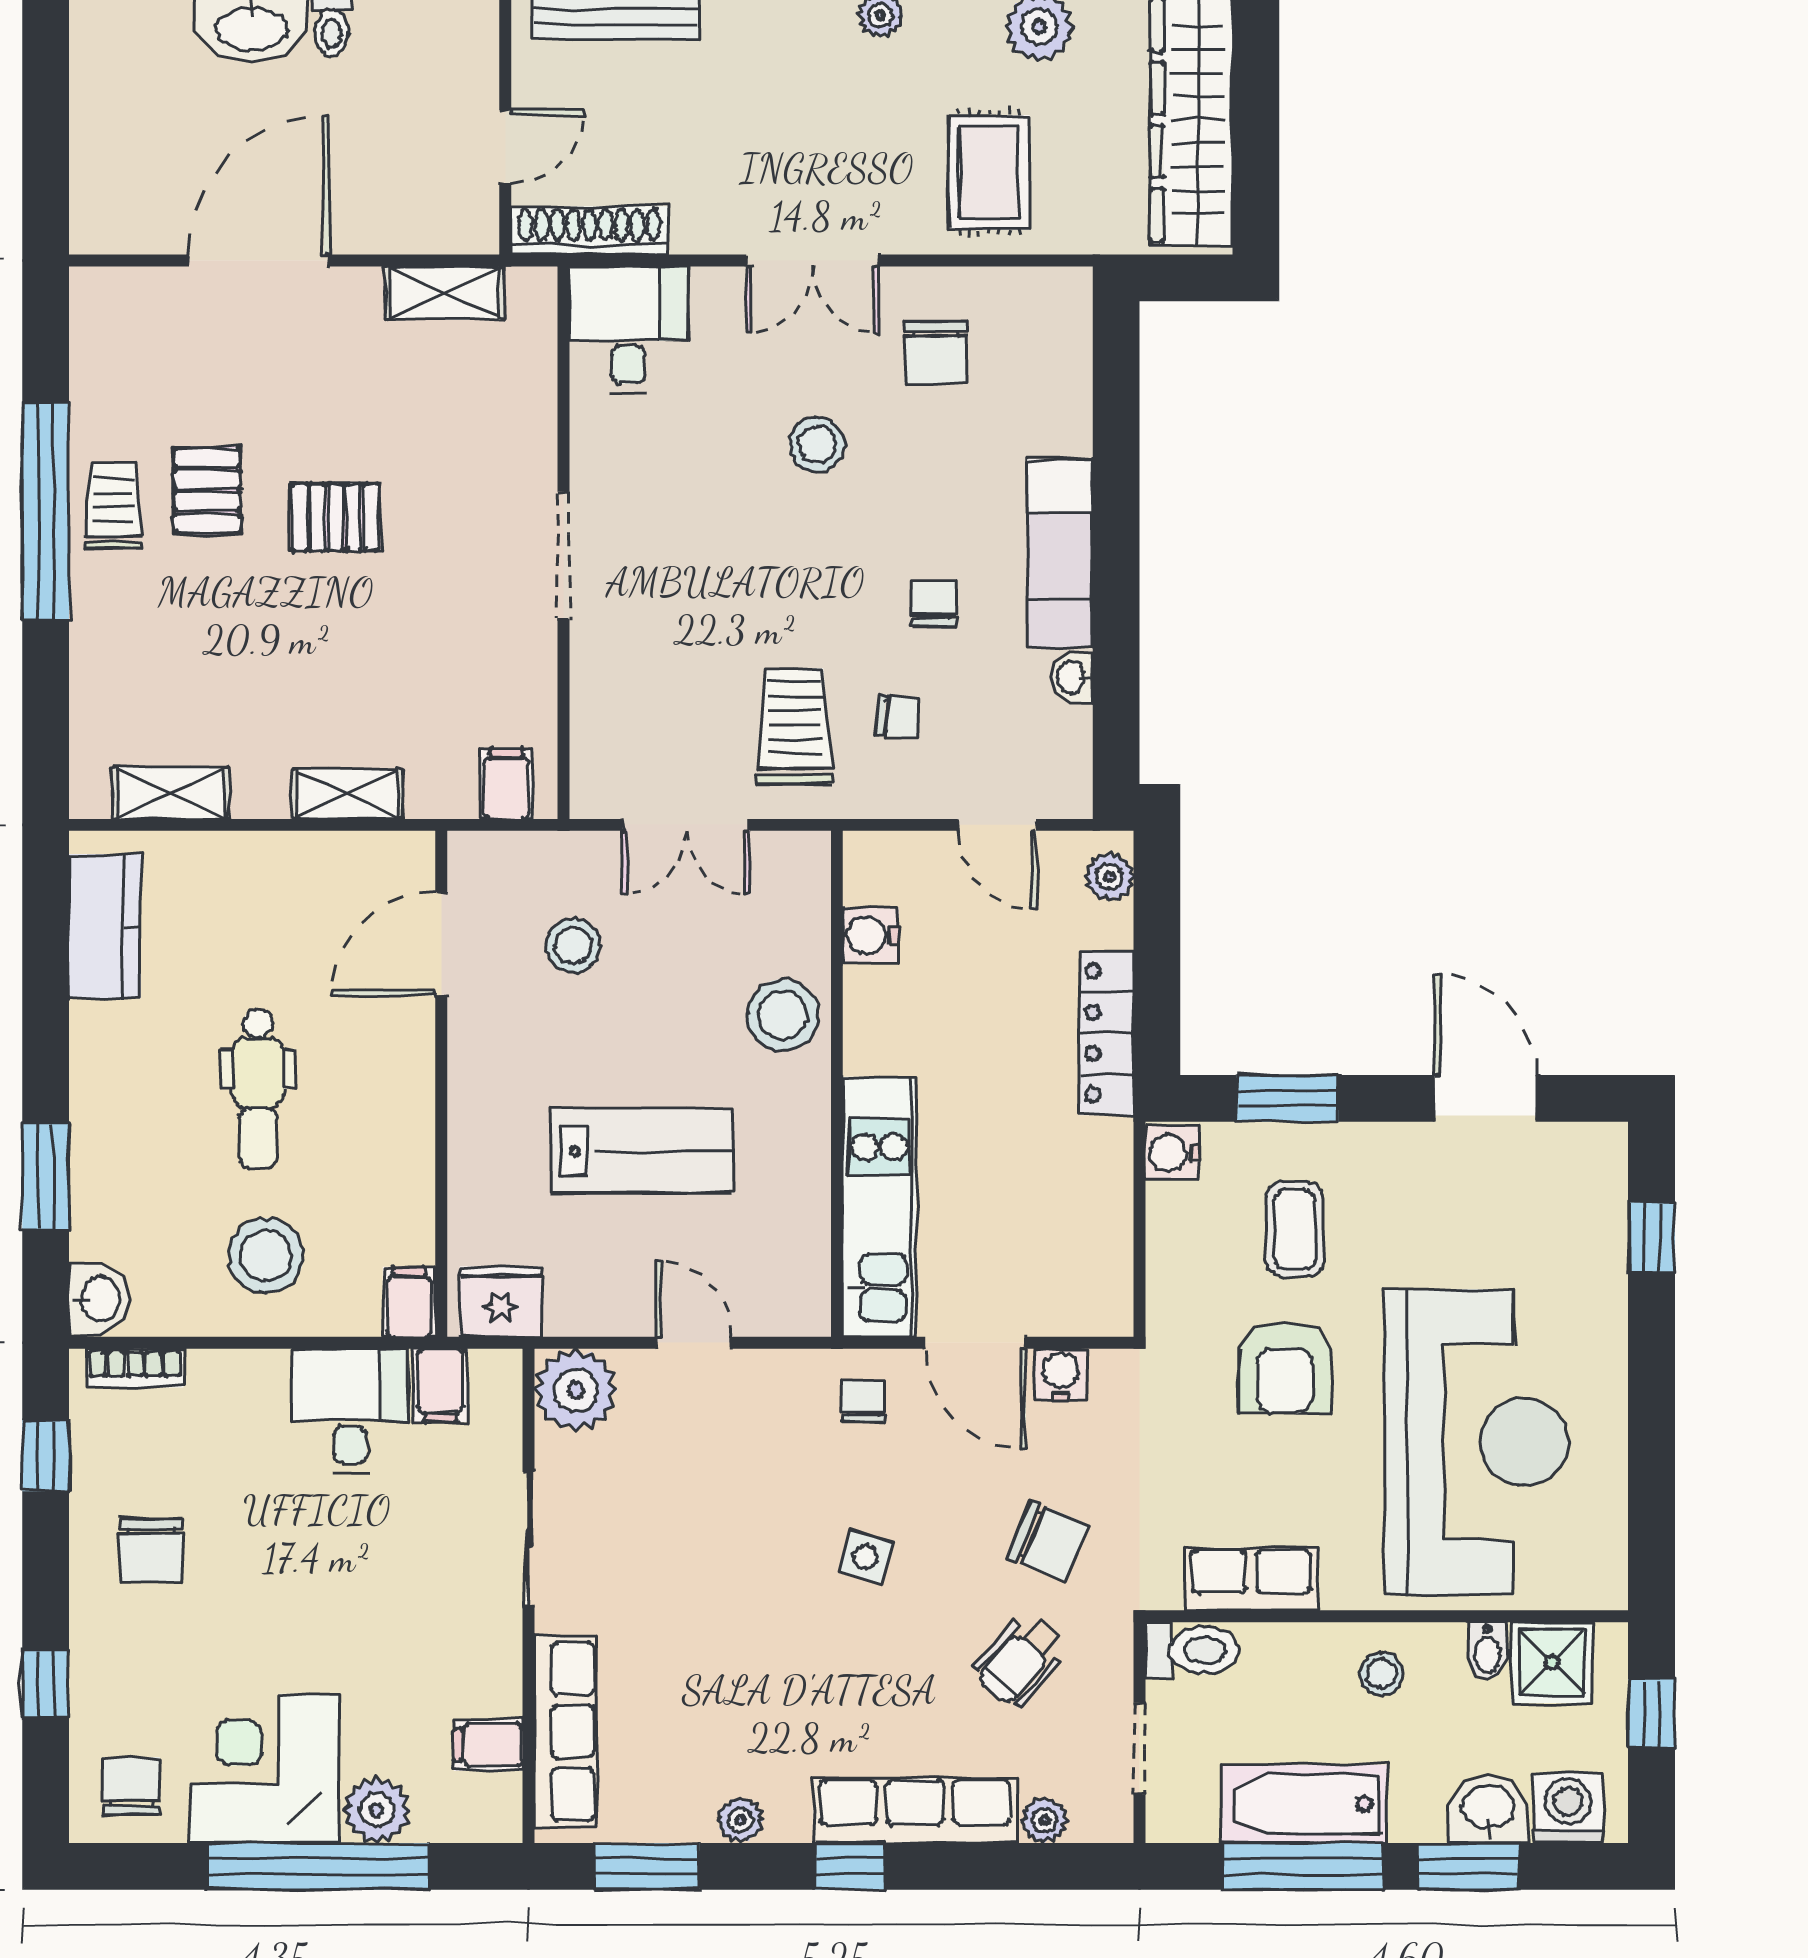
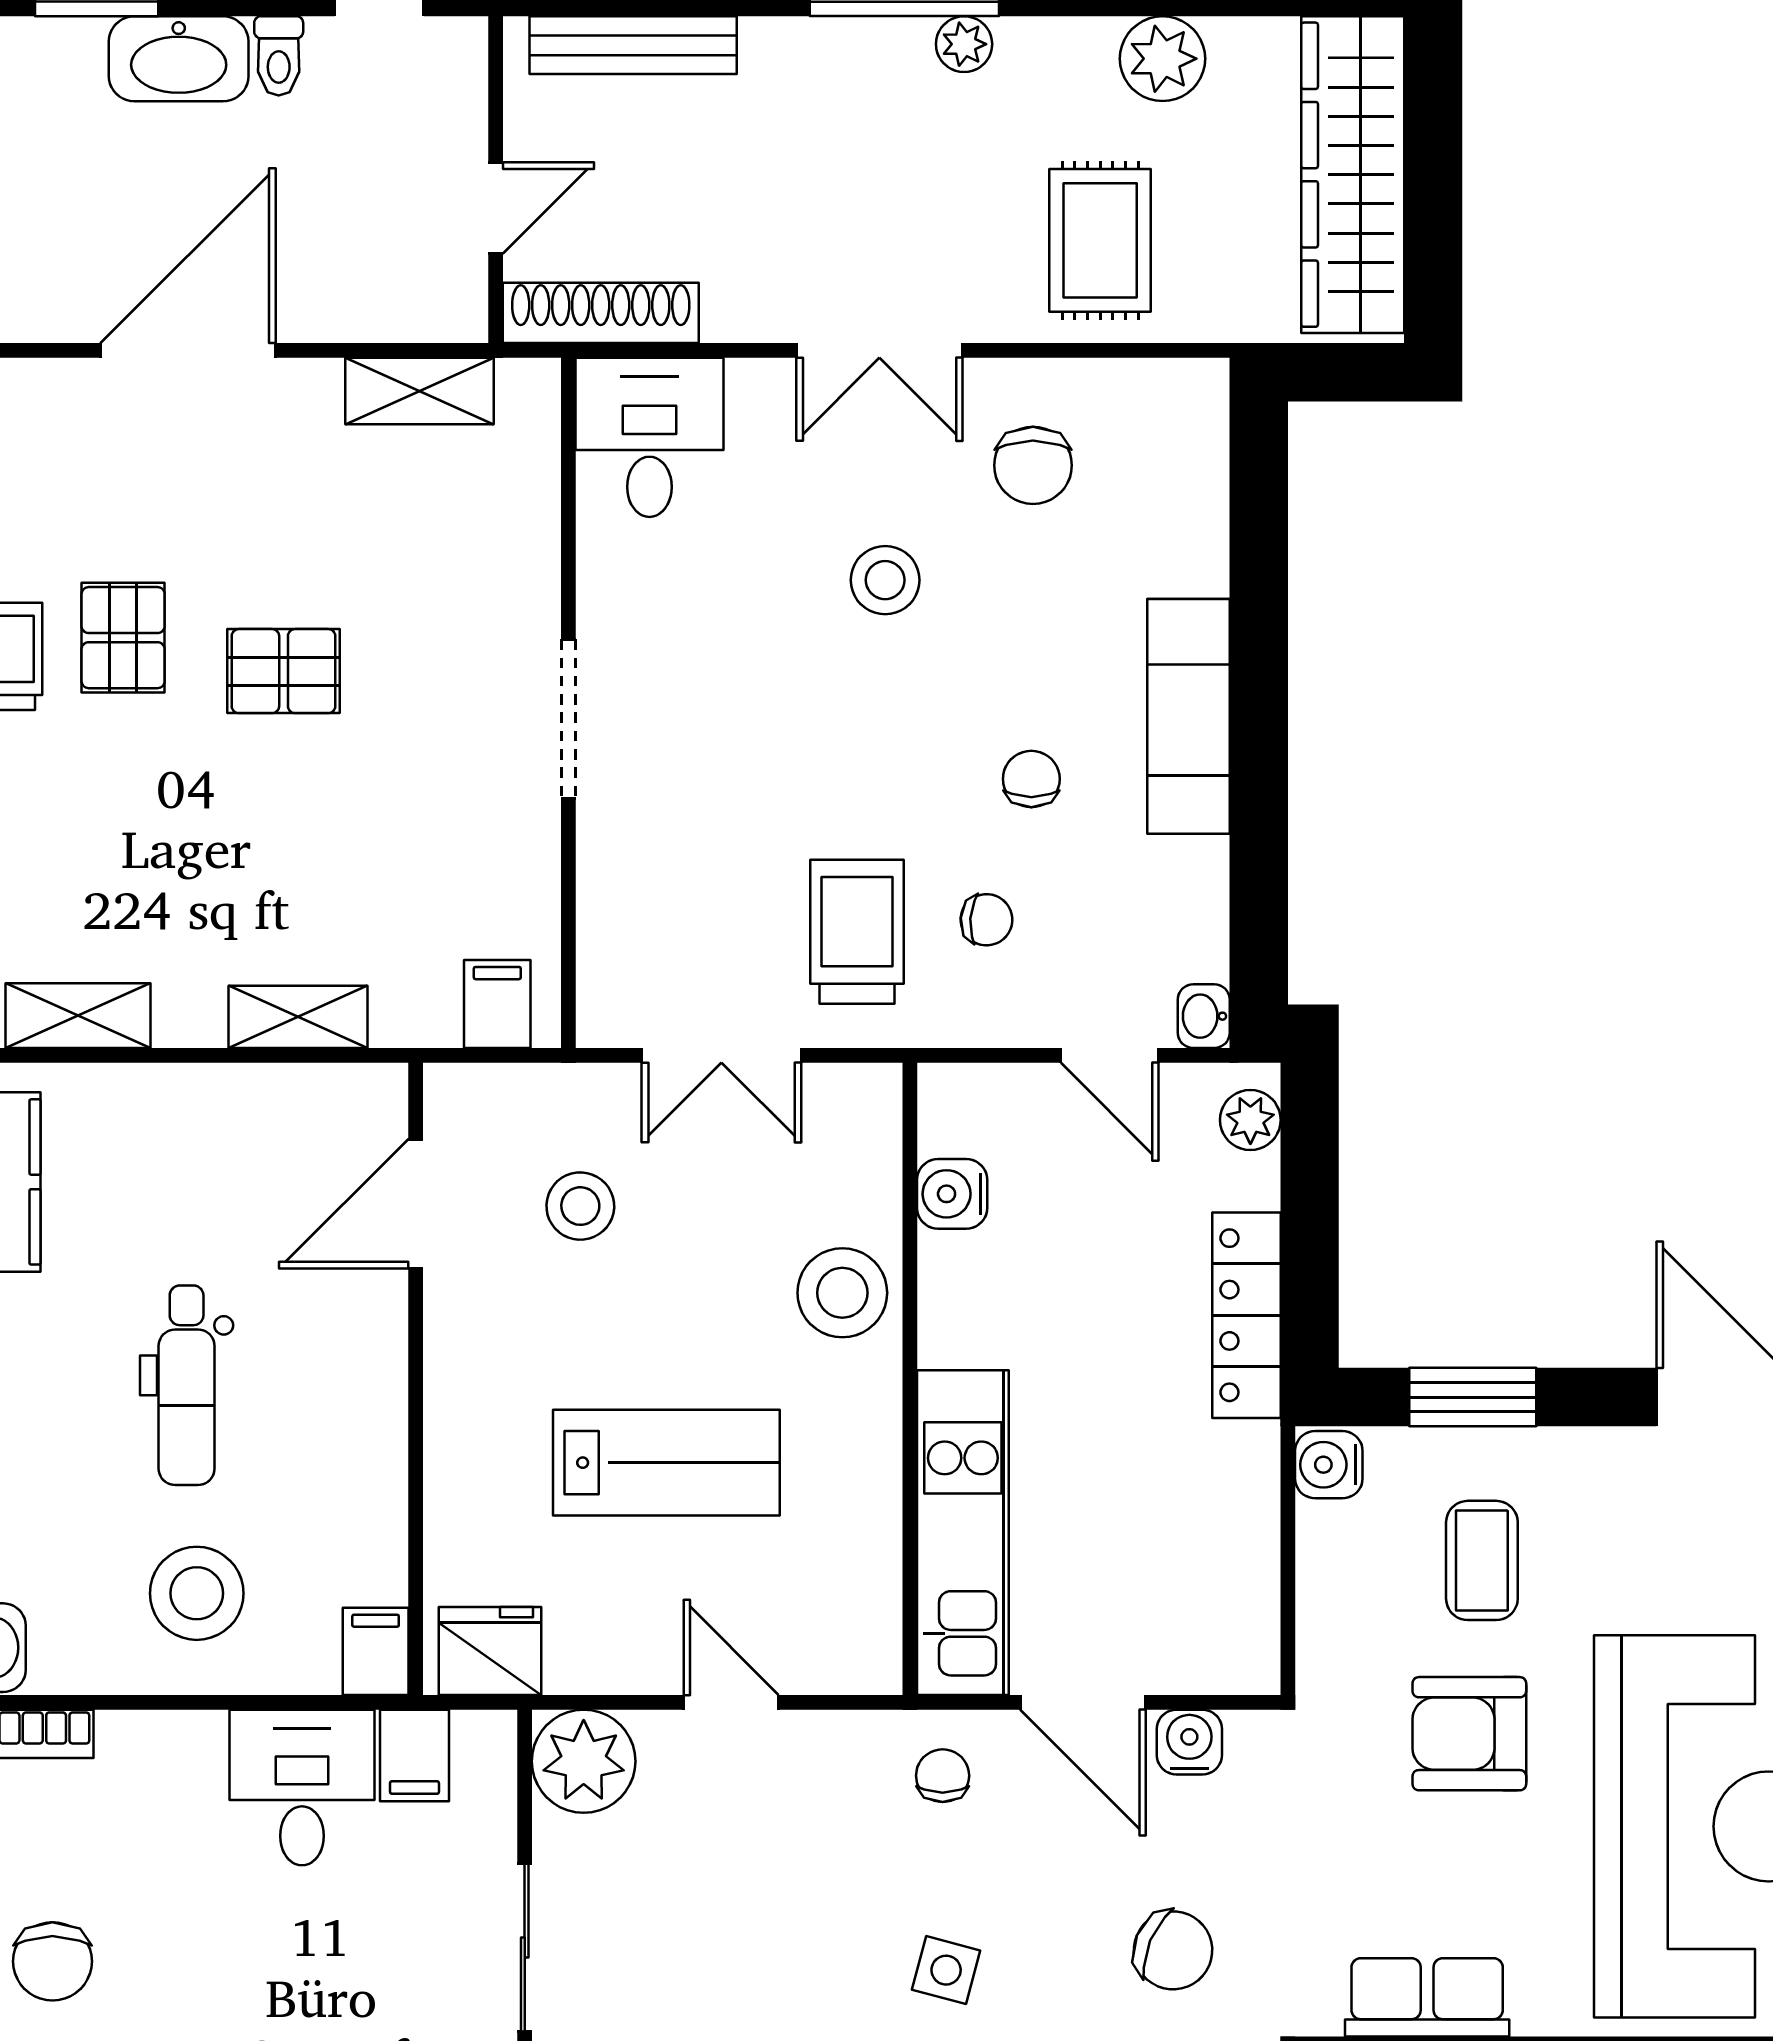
washbasin: (1072, 678) -> (1204, 1016), moved
armchair: (1285, 1368) -> (1469, 1734), turned 90

